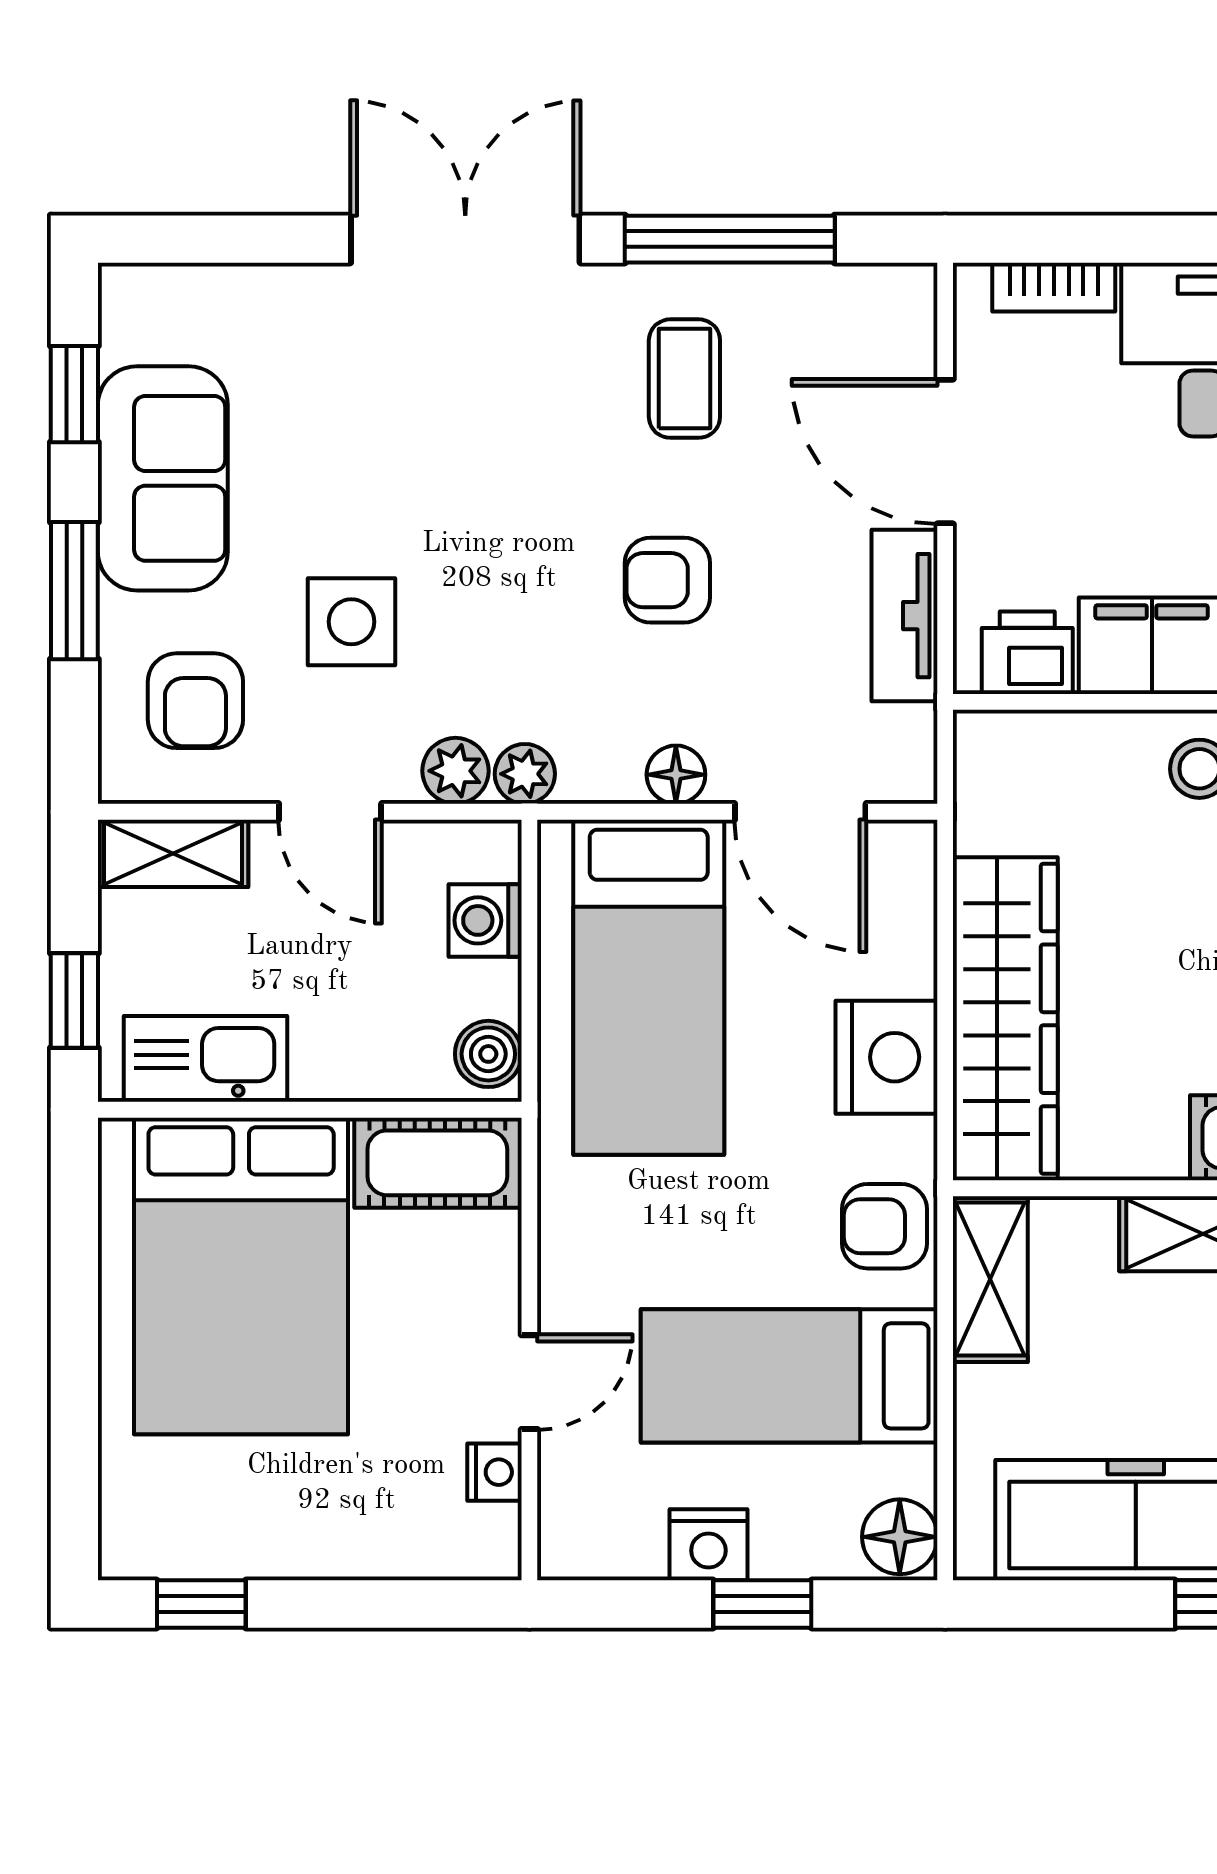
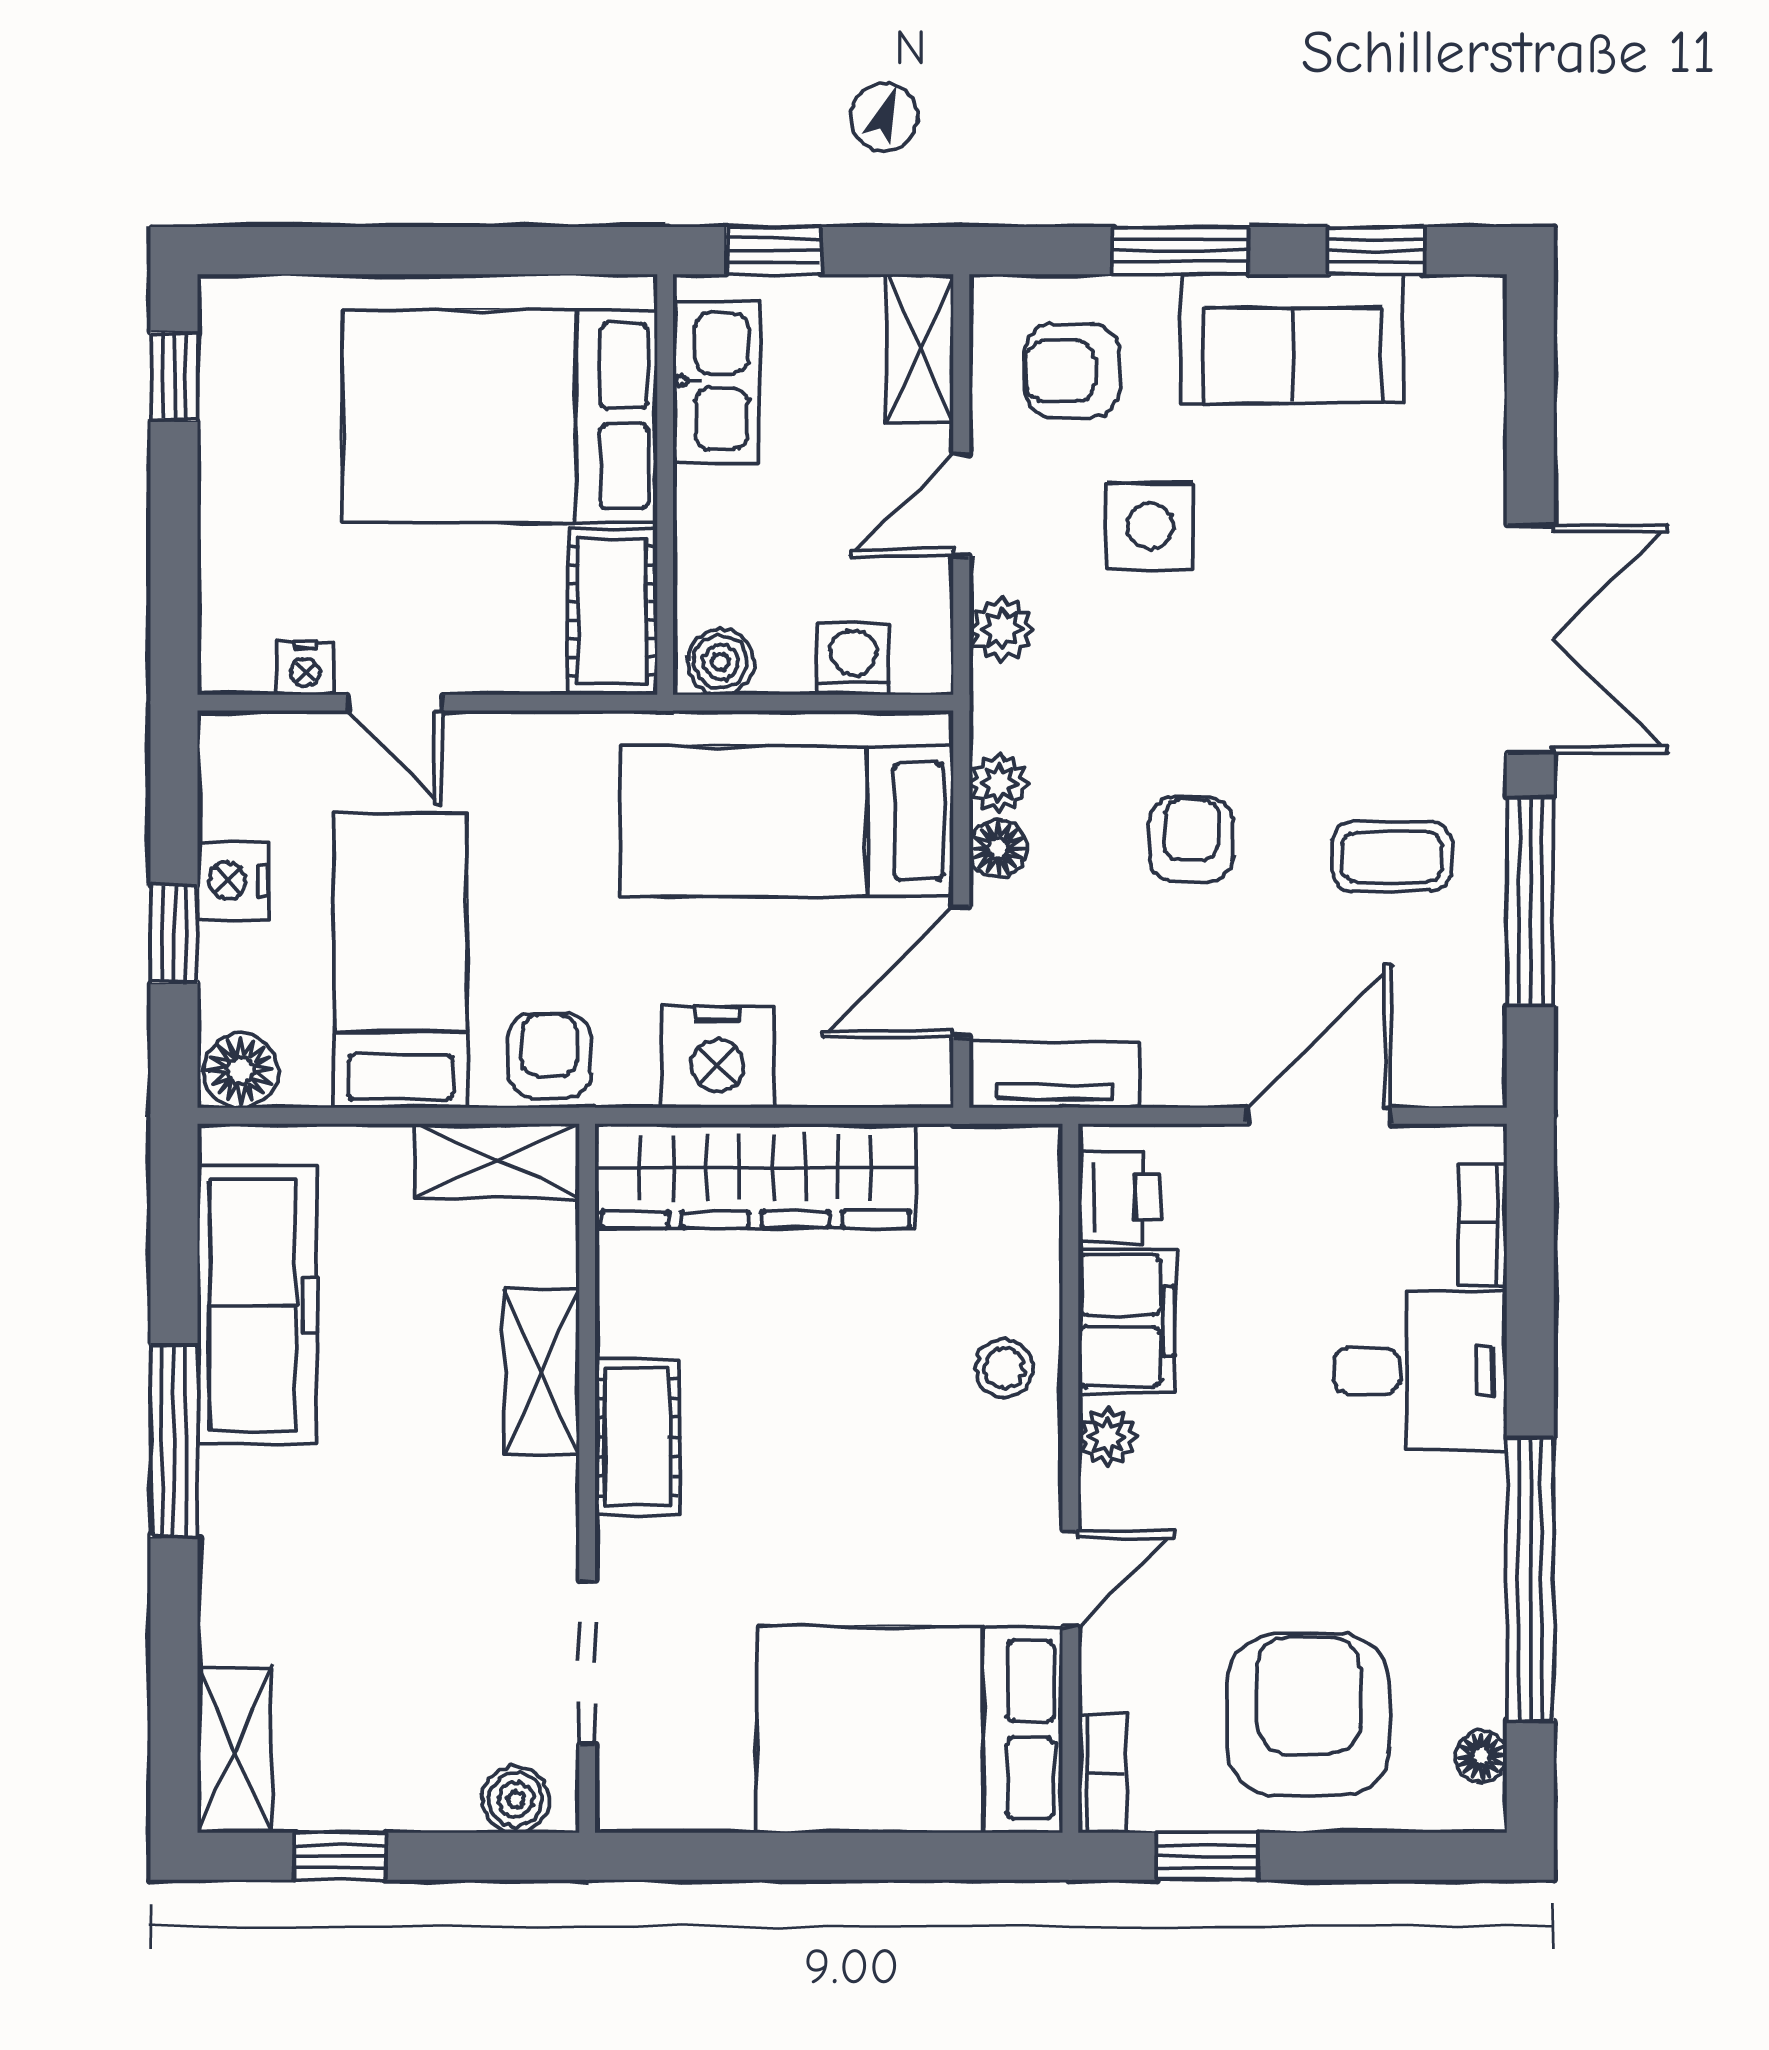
tv unit: (905, 616) -> (1054, 1075), moved
plant: (525, 774) -> (999, 783), moved

